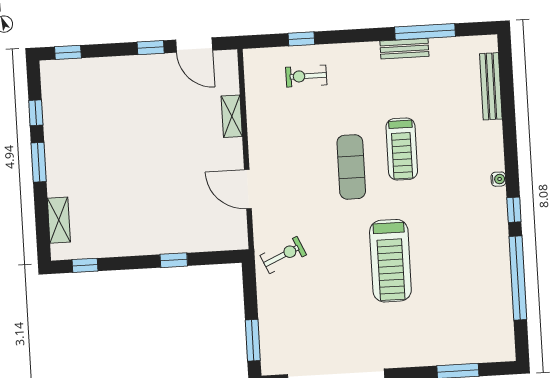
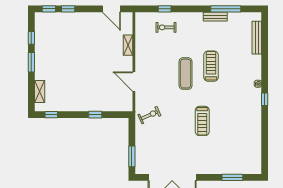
window: (151, 48) -> (68, 9), moved
treadmill: (402, 149) -> (211, 66), turned 180
treadmill: (390, 261) -> (202, 121), width x0.73, depth x0.73
window: (518, 278) -> (265, 133), removed

